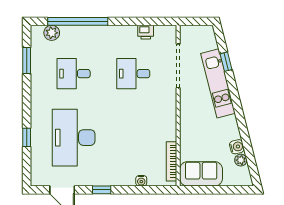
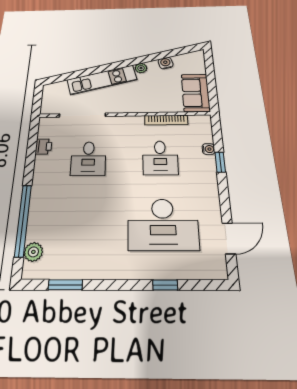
window: (226, 62) -> (81, 73), removed
desk: (74, 74) -> (160, 158), moved
plant: (241, 160) -> (141, 68), moved
bookcase: (171, 161) -> (166, 120), moved
window: (102, 190) -> (220, 162), moved

